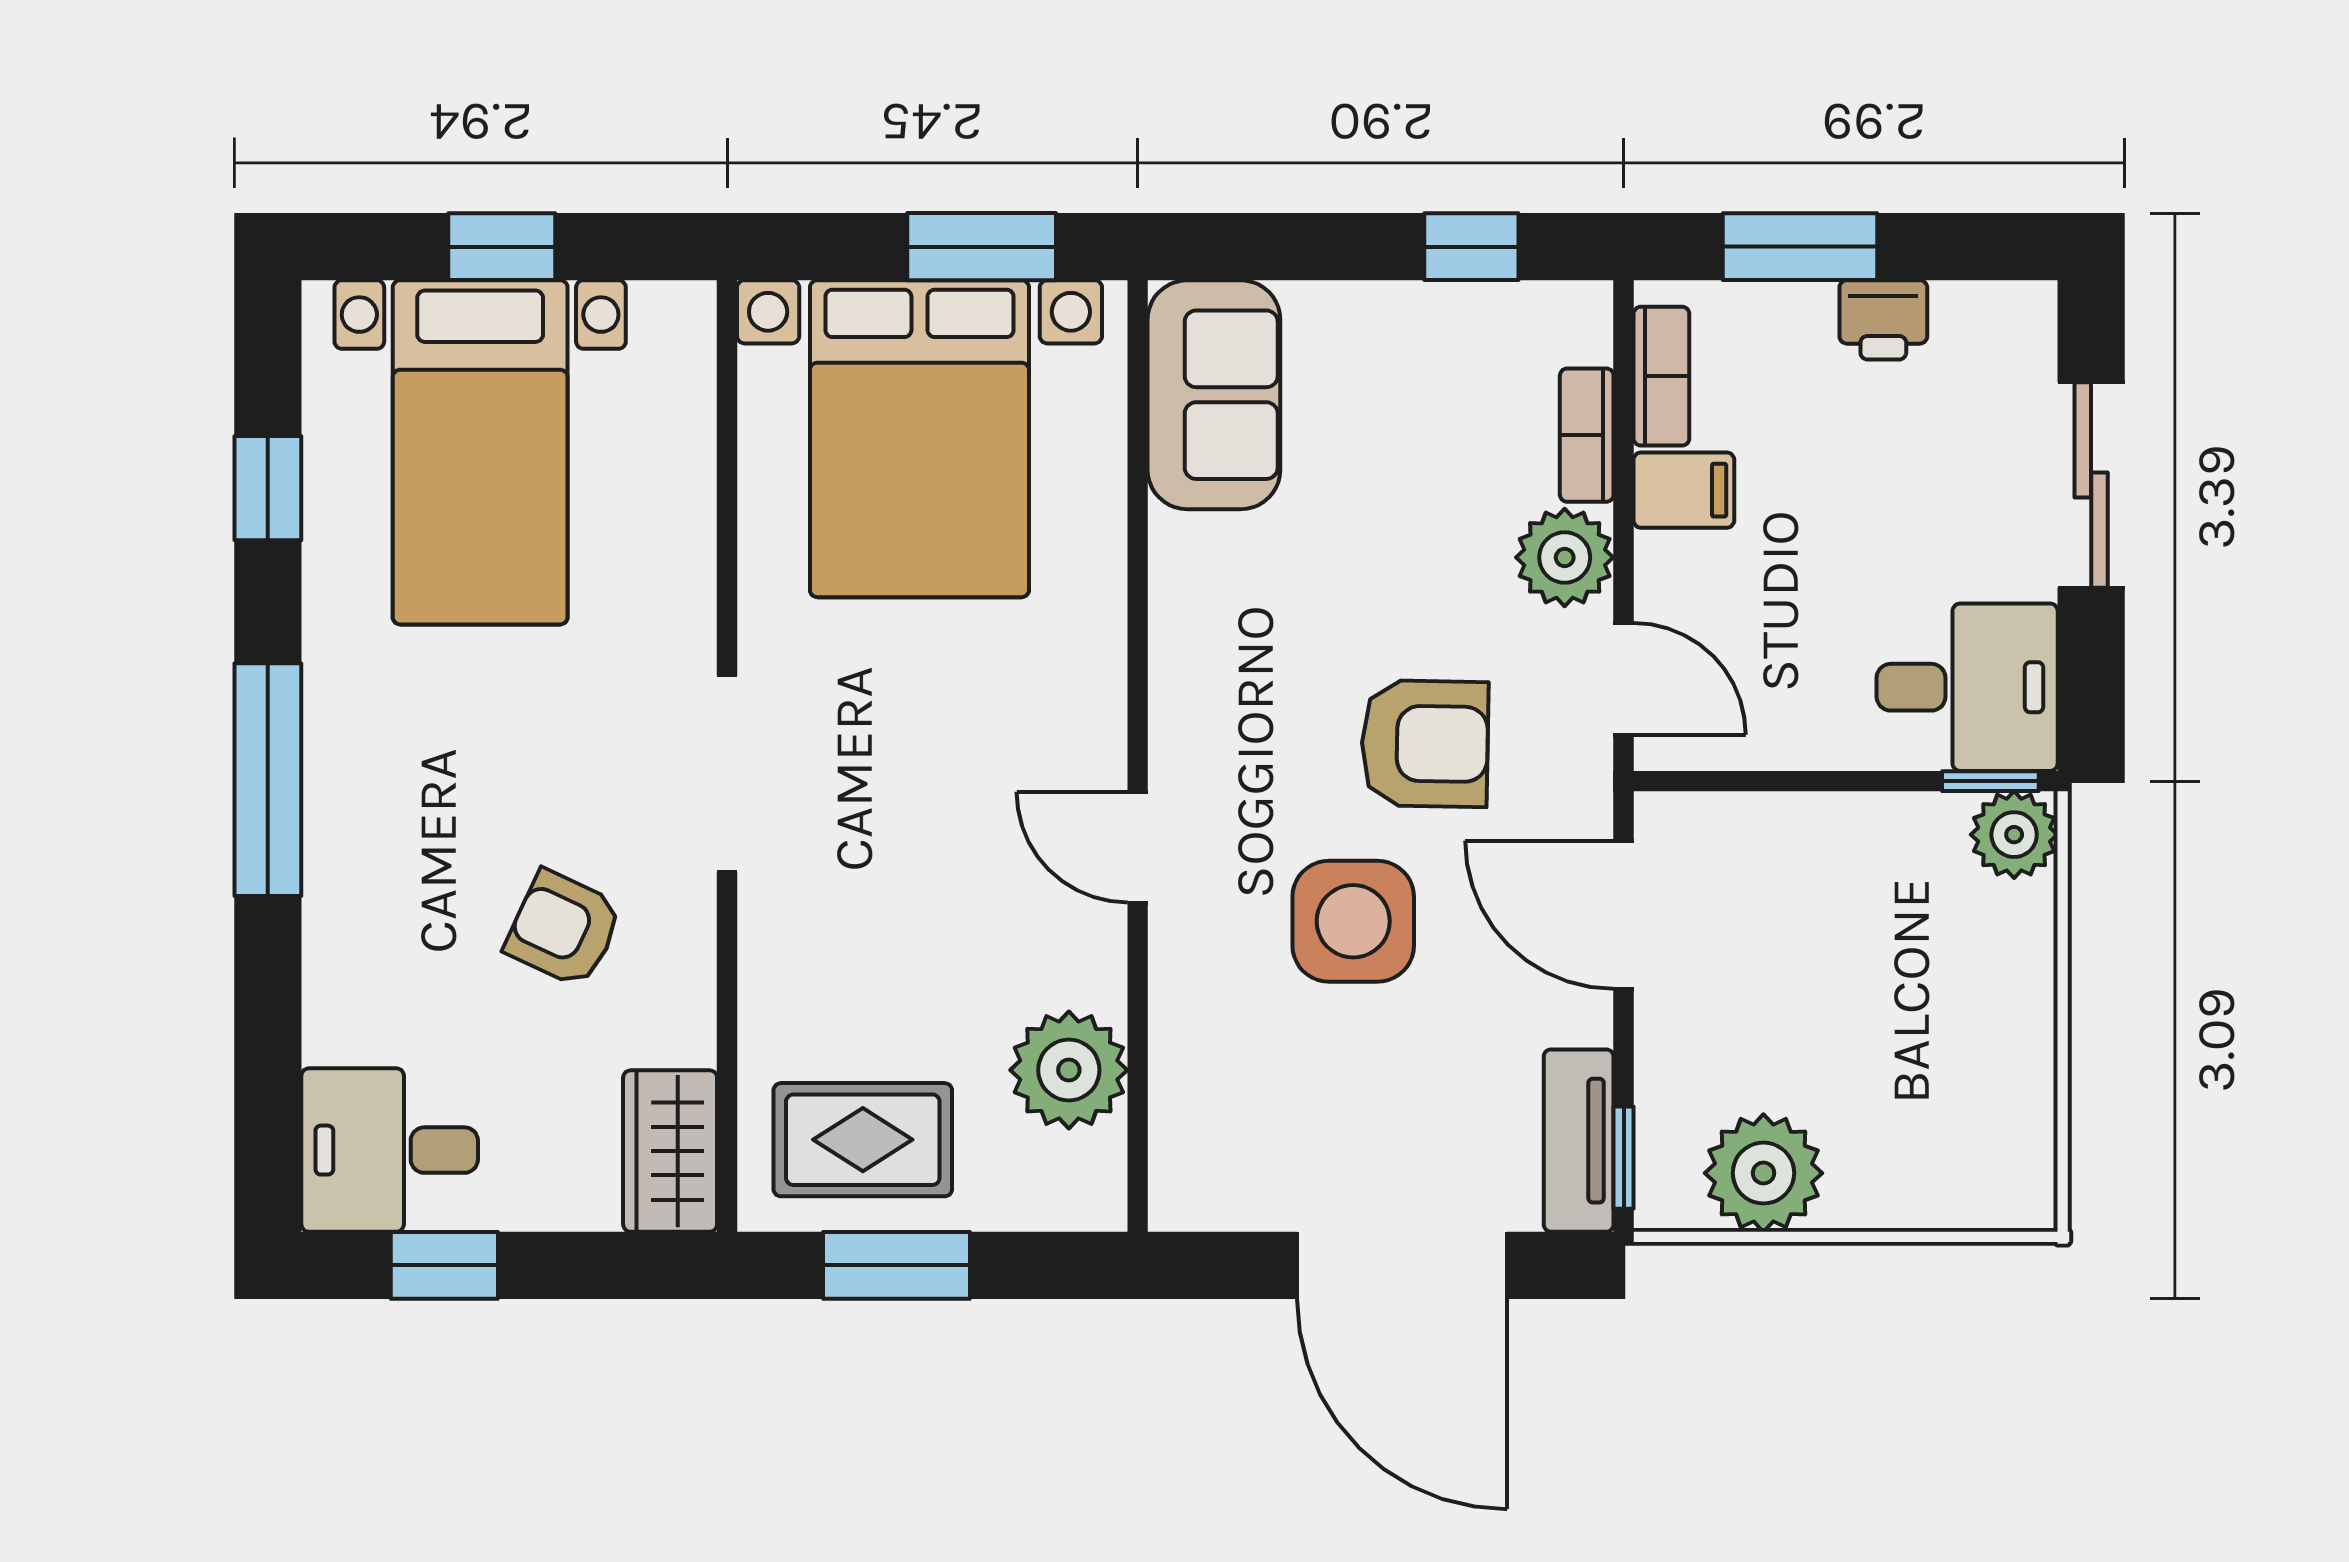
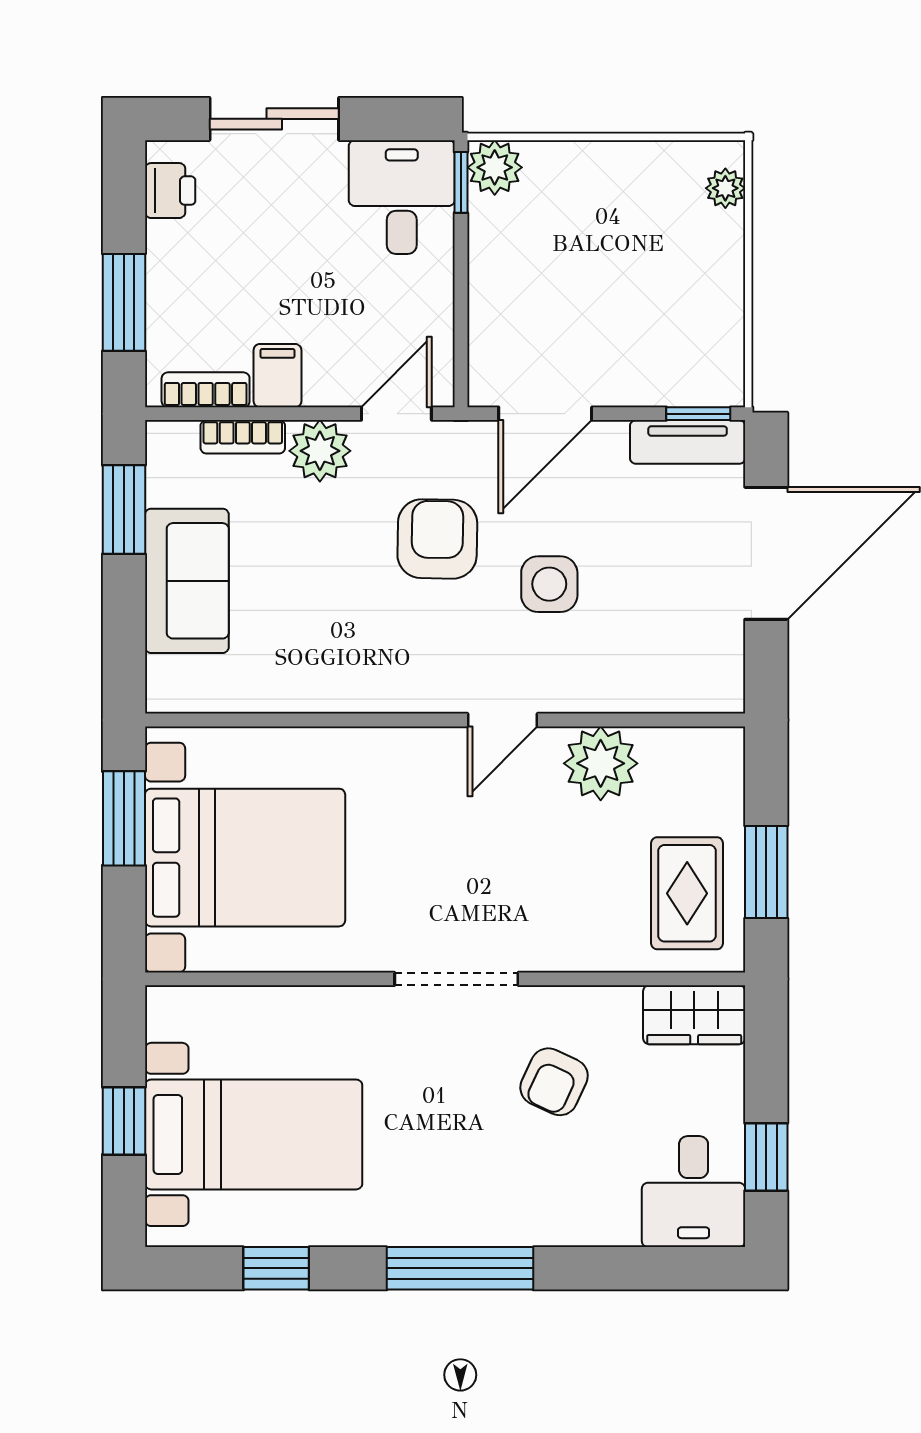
window: (1471, 247) -> (124, 510), width x1.50
printer: (1883, 320) -> (170, 191), moved
sofa: (1214, 395) -> (187, 581), moved, turned 90
side table: (1353, 921) -> (549, 584), width x0.73, depth x0.73
plant: (1069, 1070) -> (601, 763), moved
plant: (1763, 1173) -> (725, 188), moved, width x0.53, depth x0.53

